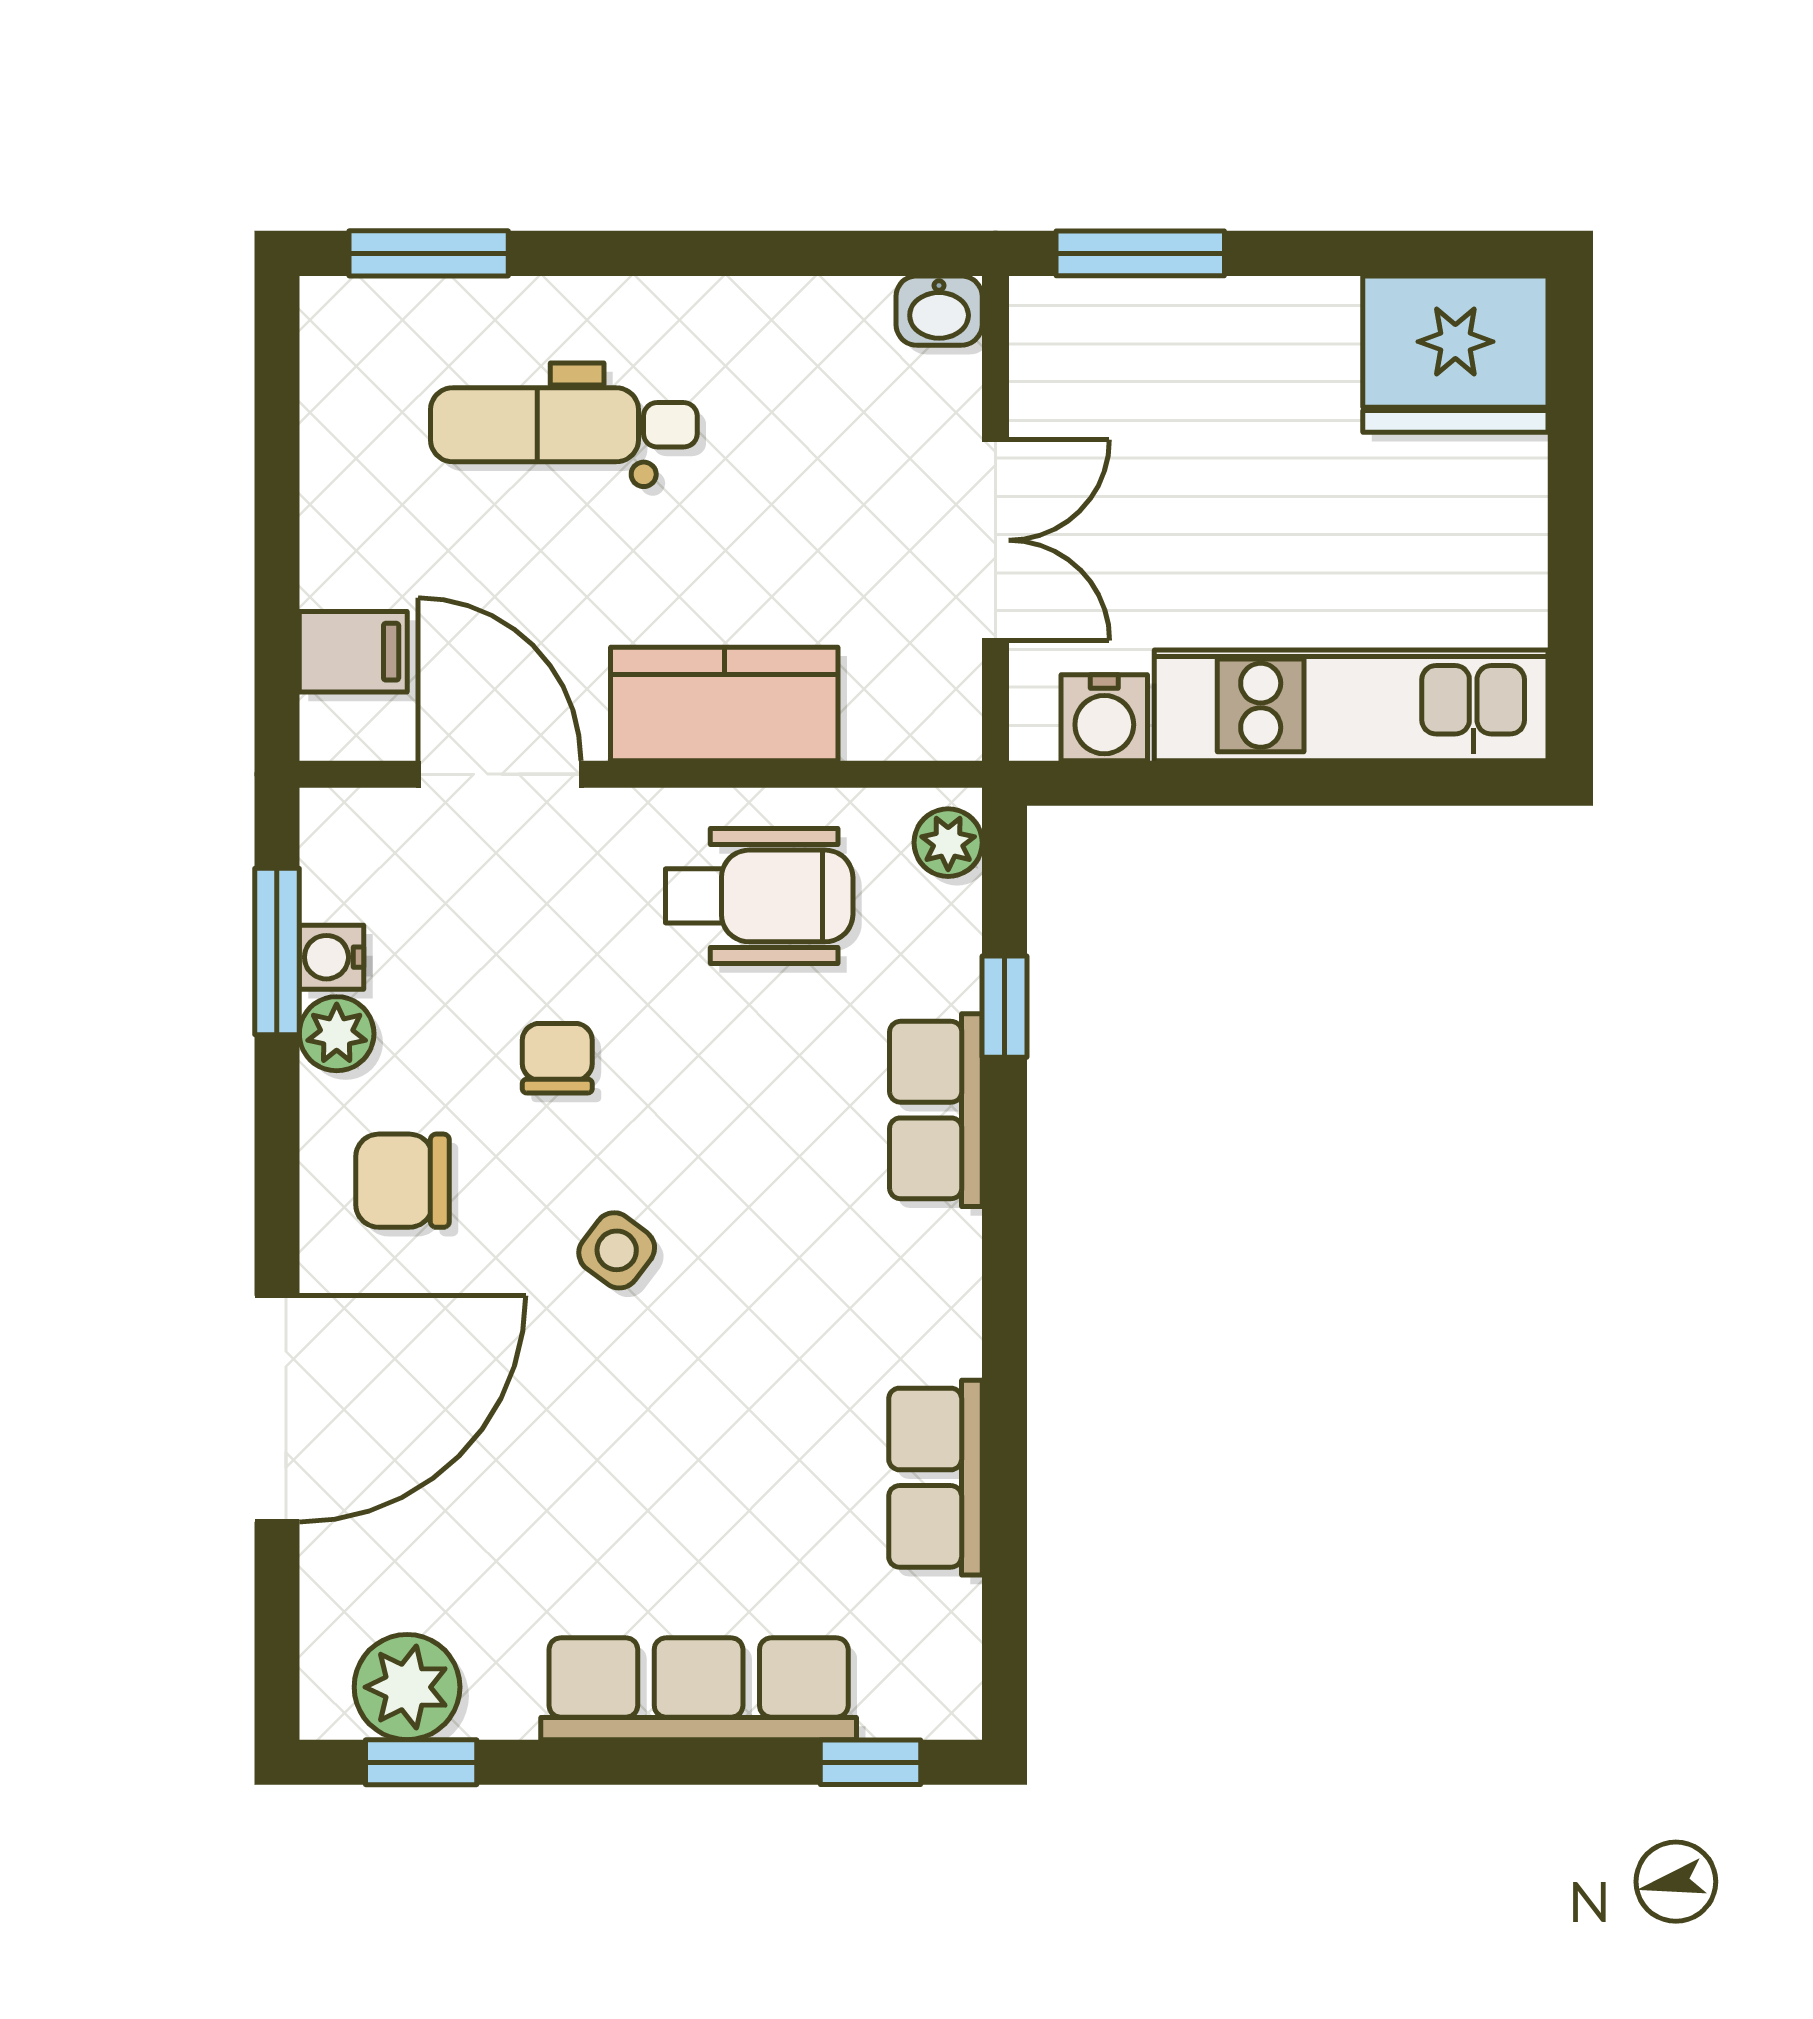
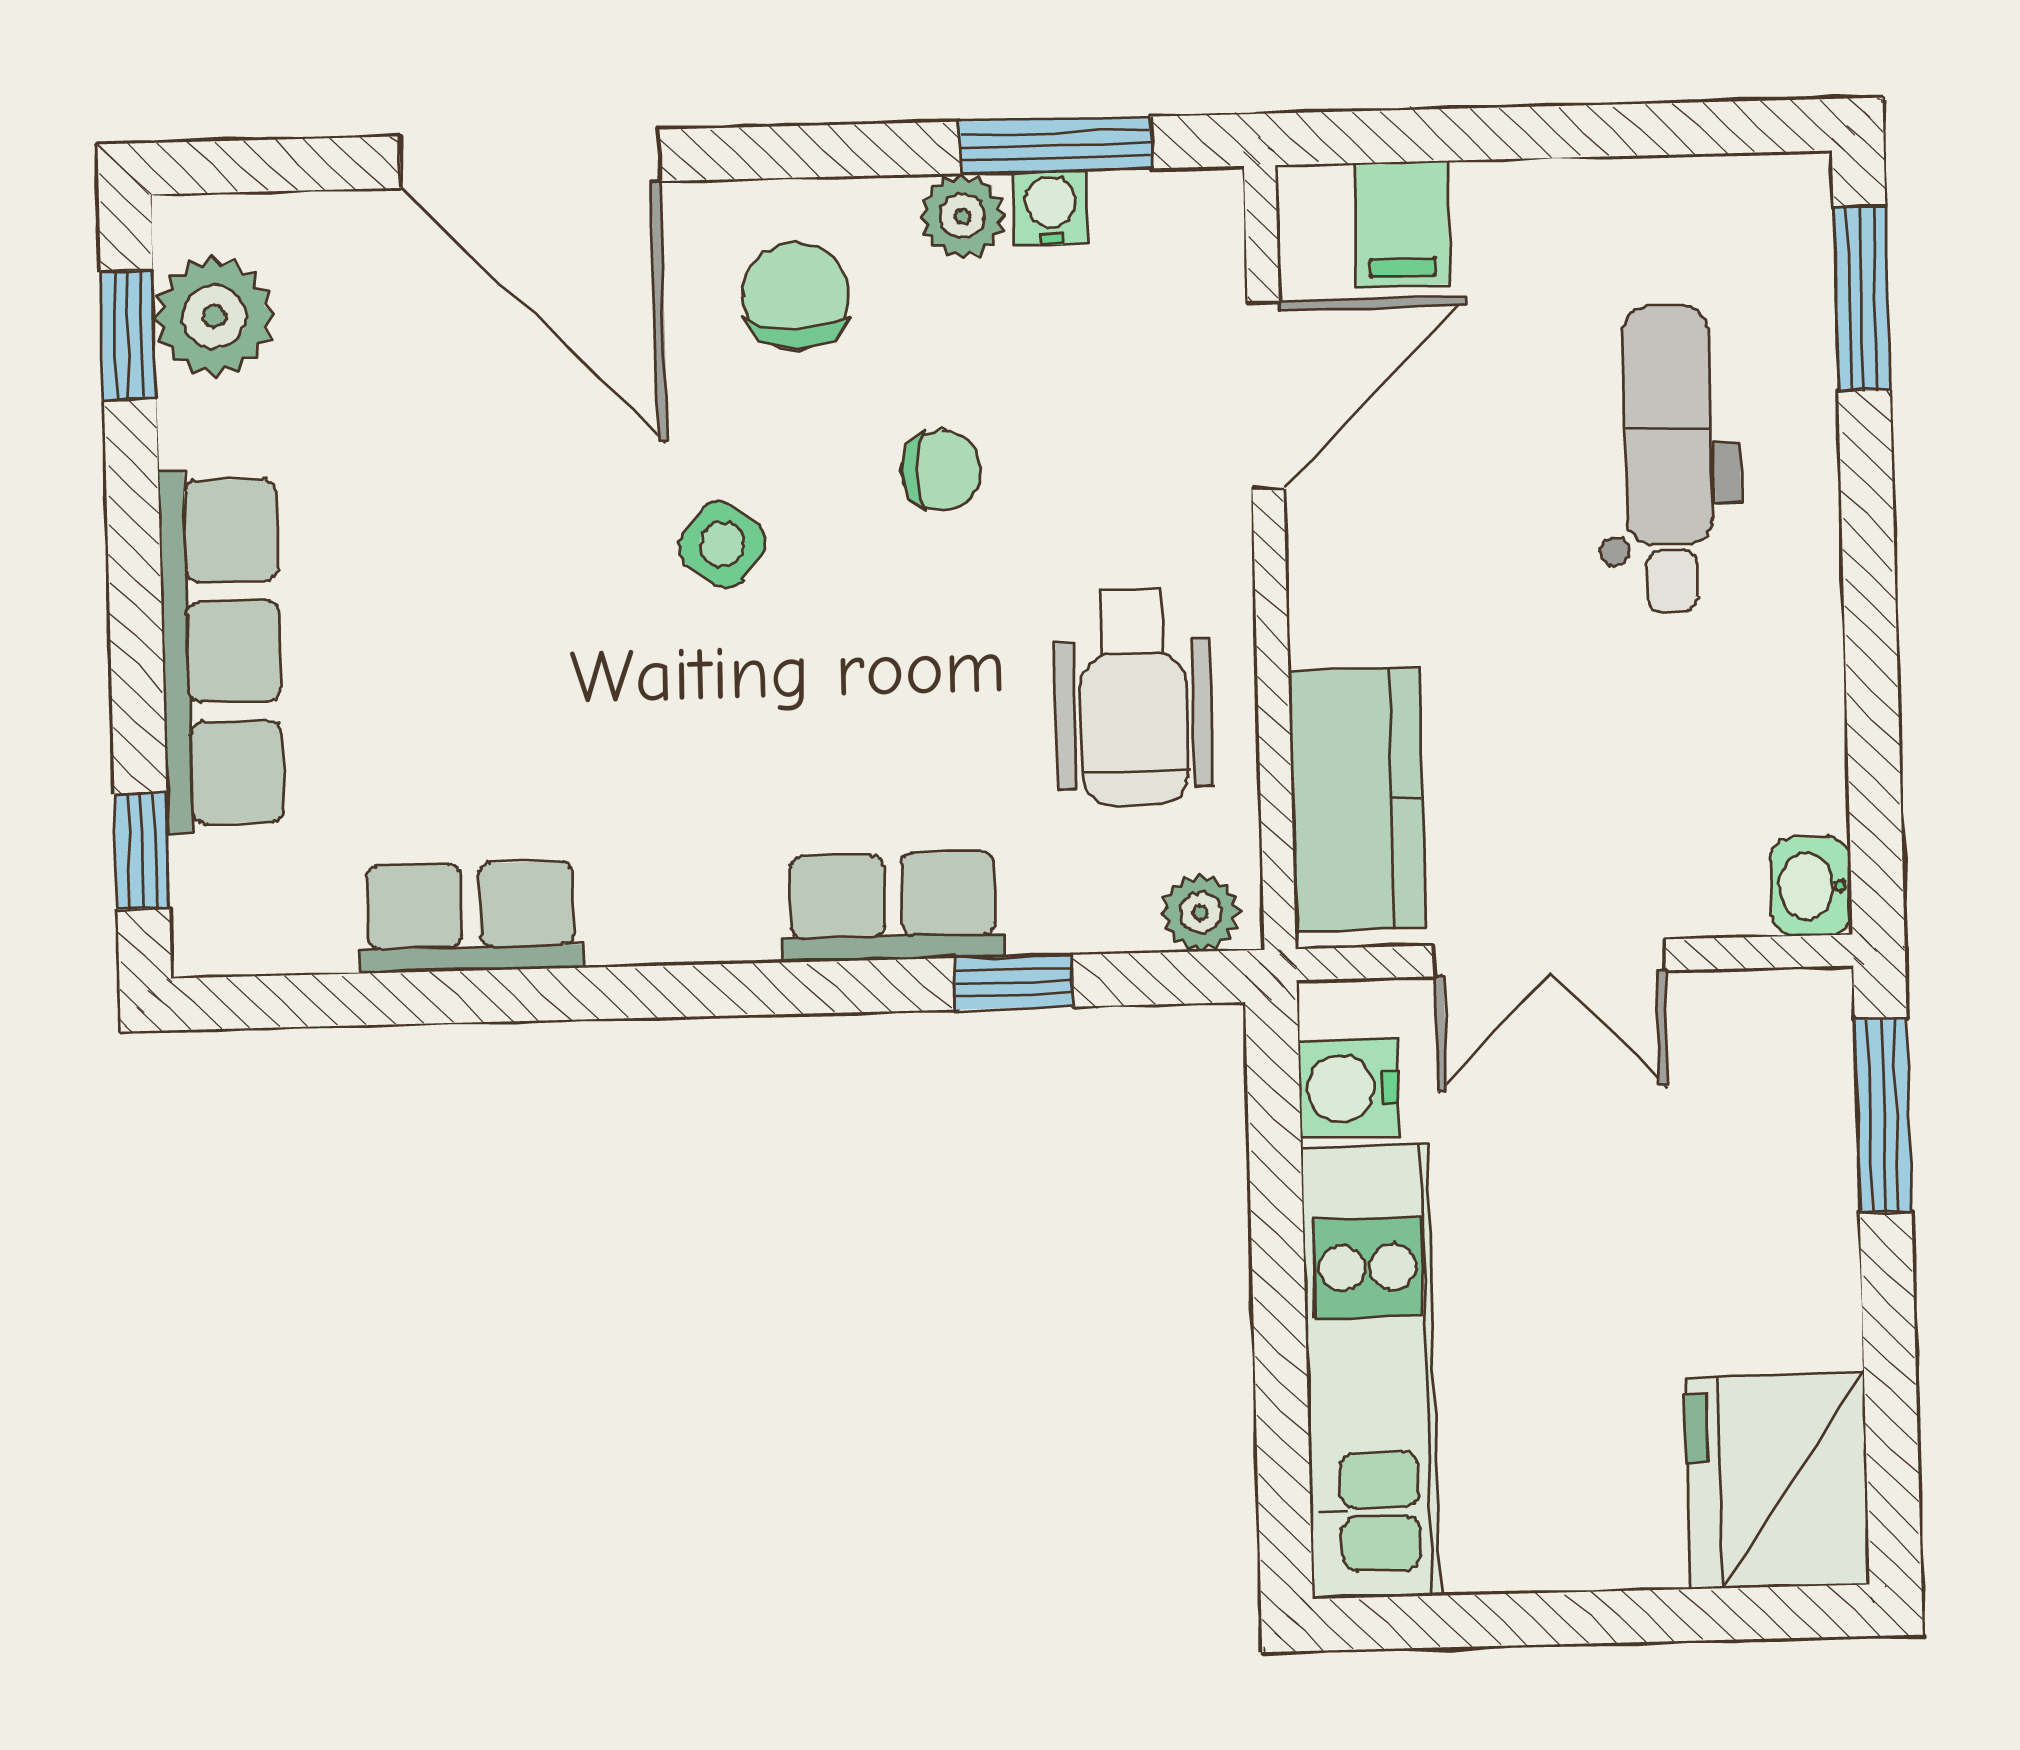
kitchen counter: (724, 704) -> (1357, 800), moved

